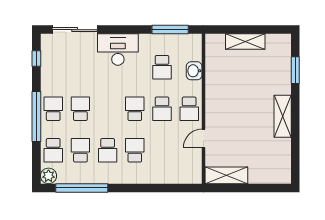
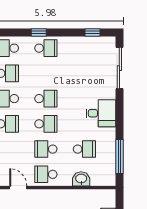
desk: (118, 50) -> (101, 113), width x0.73
school desk: (162, 67) -> (84, 149), turned 180
school desk: (80, 109) -> (46, 99), moved
window: (36, 116) -> (39, 33), width x0.32

